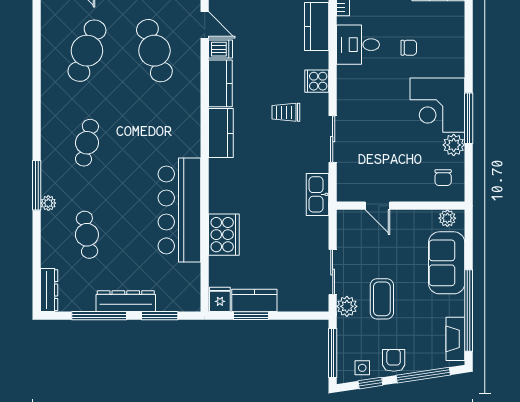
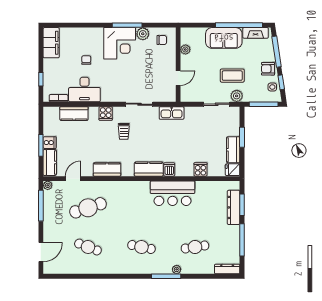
desk: (358, 45) -> (84, 89), width x1.37
dishwasher: (220, 49) -> (169, 169), moved
cafe table: (87, 51) -> (88, 247), width x0.73, depth x0.74
kitchen counter: (221, 133) -> (149, 169), moved
bar counter: (179, 210) -> (173, 193), width x0.73
plant: (447, 218) -> (185, 50), moved
cooker: (224, 235) -> (200, 169), width x0.53, depth x0.76
sofa: (447, 263) -> (224, 38), moved
dresser: (126, 301) -> (234, 207), moved
window: (251, 316) -> (242, 137), moved

